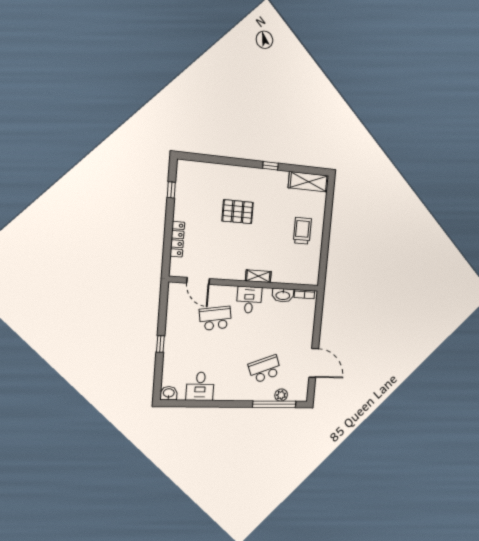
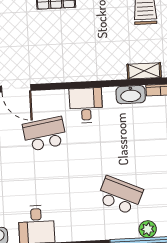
shelving: (258, 276) -> (144, 71), moved
school desk: (265, 369) -> (120, 195), turned 45

